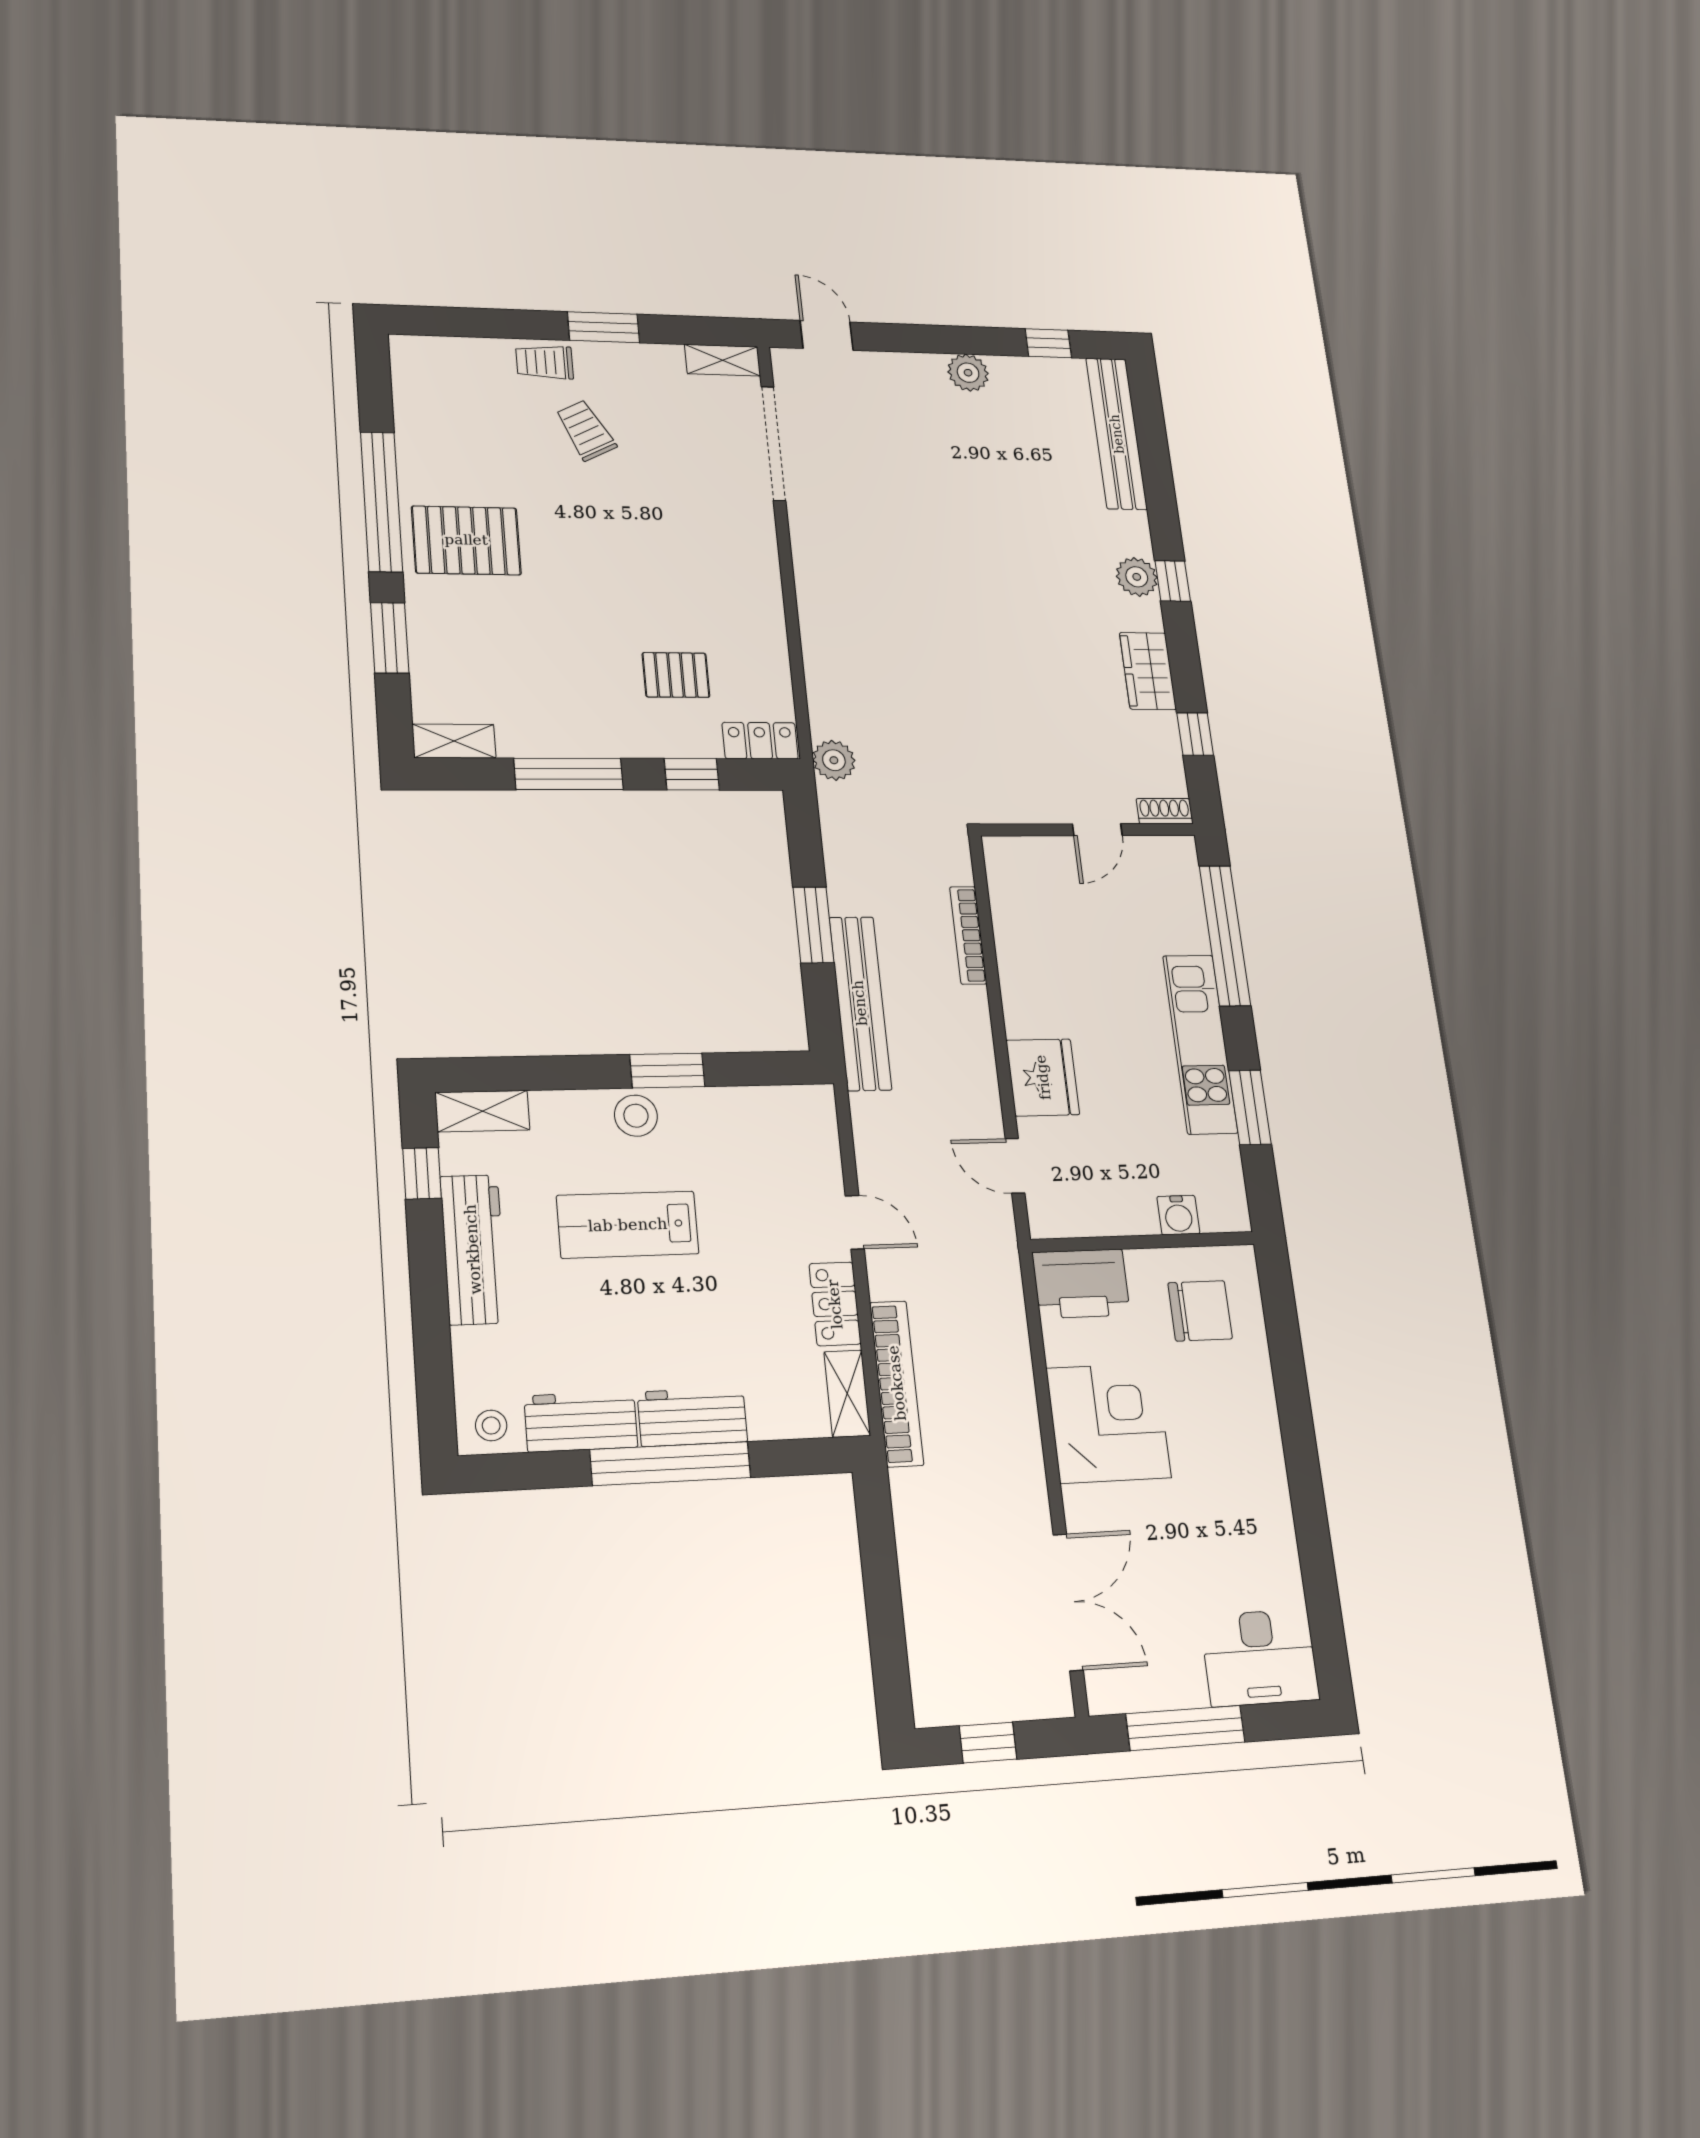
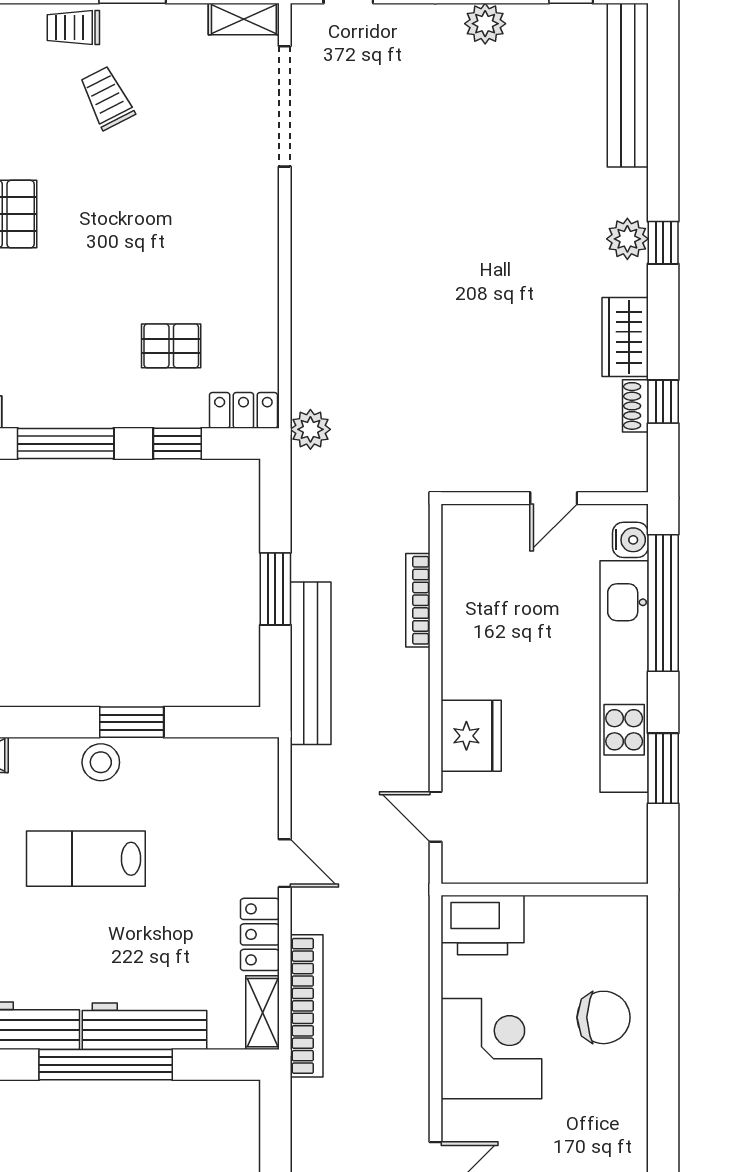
shoe rack: (1165, 811) -> (635, 406), moved, turned -90
kitchen unit: (1200, 1044) -> (624, 676), width x1.36
water cooler: (1178, 1215) -> (630, 540), moved, turned -90
chair: (1200, 1311) -> (604, 1017), moved
workbench: (692, 1417) -> (144, 1026), width x1.38

